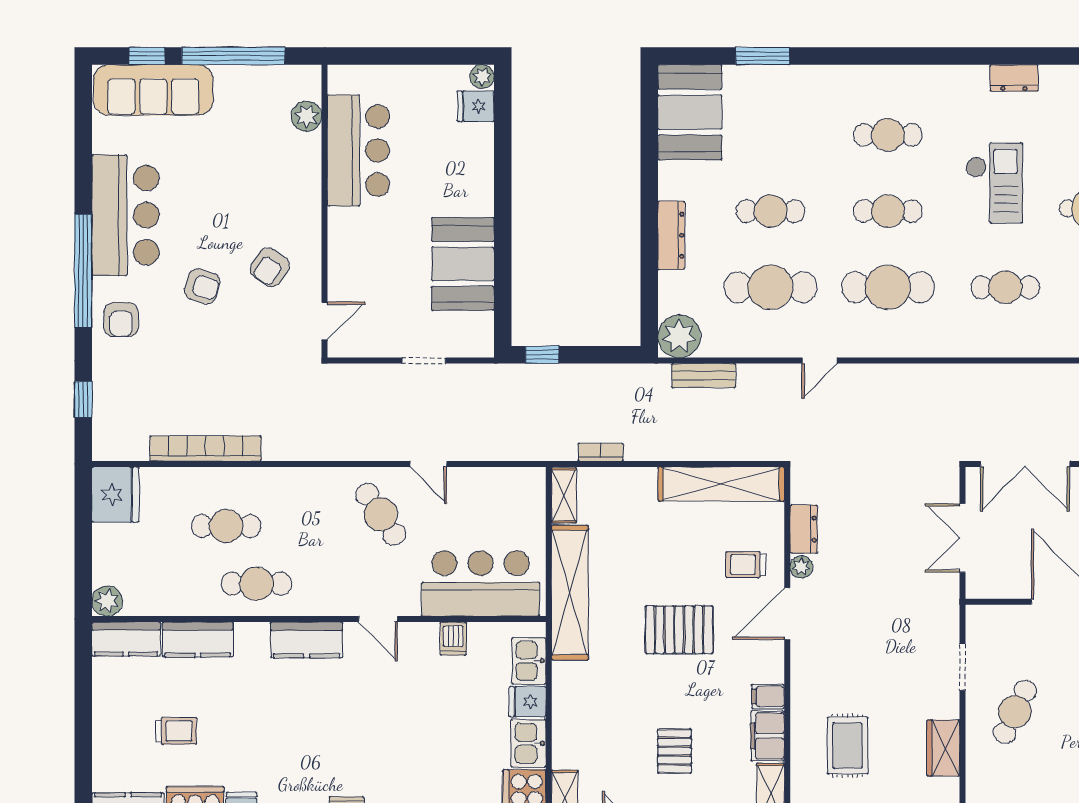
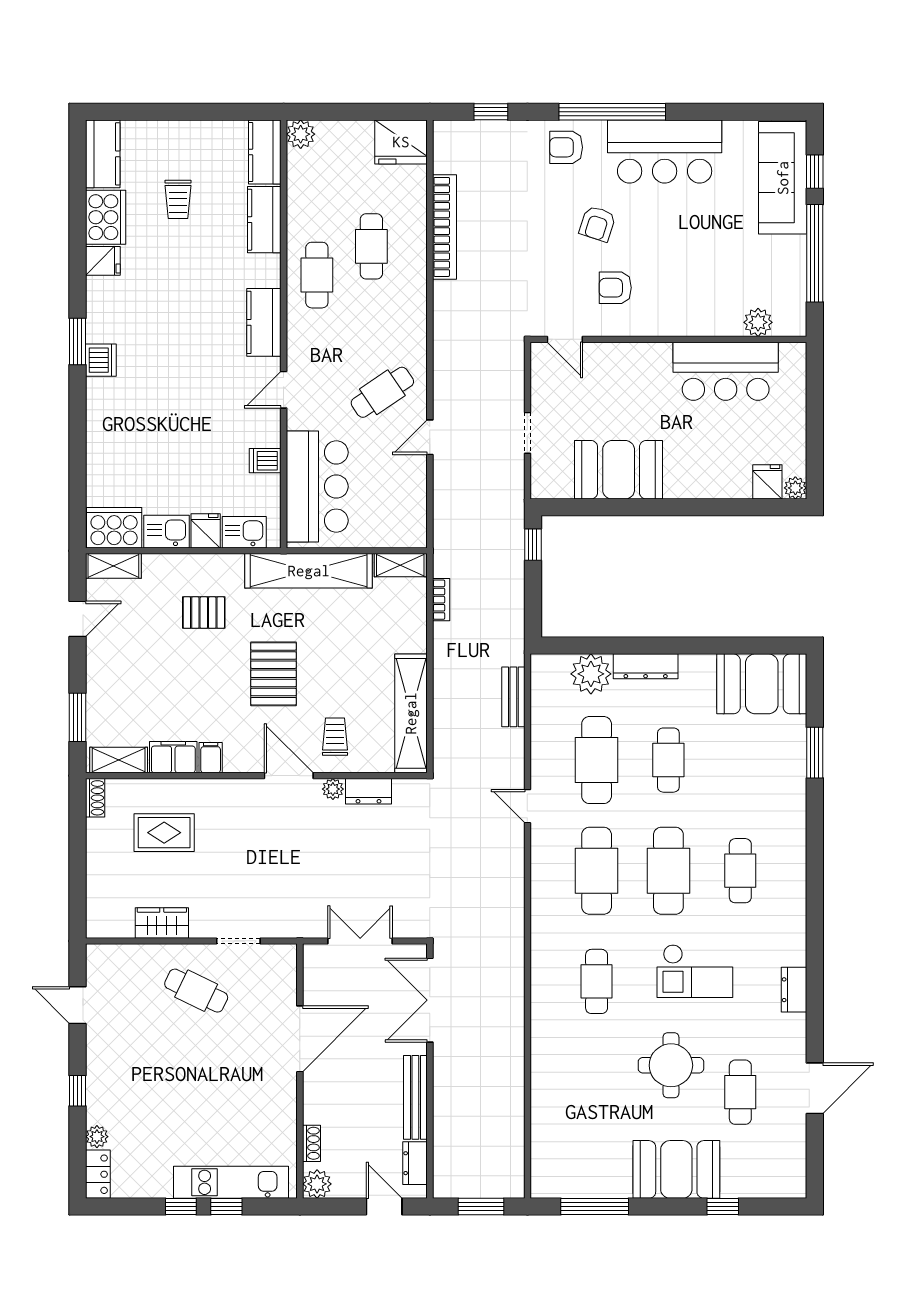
cafe table: (888, 211) -> (668, 871), width x1.37, depth x1.35
armchair: (270, 267) -> (615, 288), turned -35
plant: (679, 336) -> (591, 674), moved
pallet: (675, 751) -> (204, 613), moved

